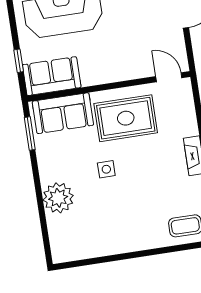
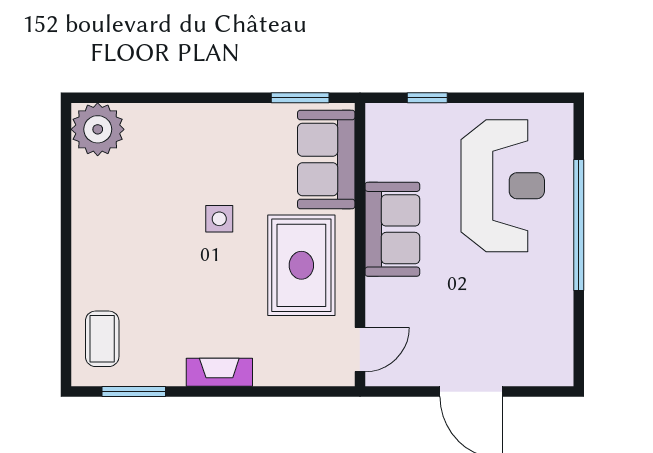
sofa: (52, 76) -> (392, 229), moved
plant: (58, 198) -> (98, 129), moved

